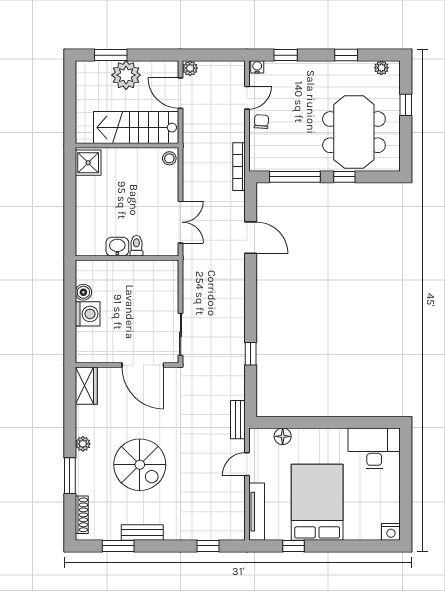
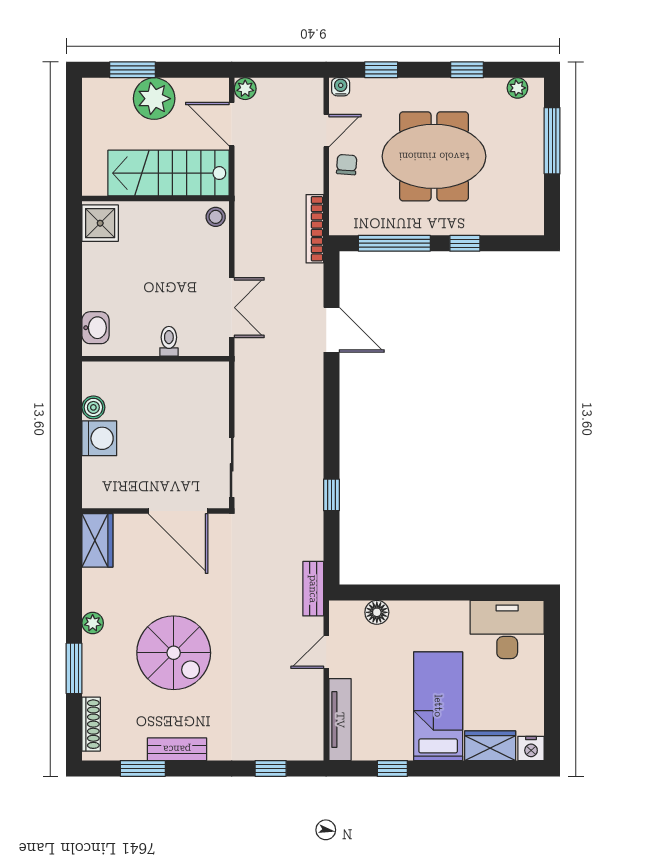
window: (406, 105) -> (552, 141), width x2.17
meeting table: (354, 132) -> (434, 156), moved, turned 90
washbasin: (117, 247) -> (96, 328), moved, turned 90
bed: (317, 502) -> (438, 706), width x0.67
wardrobe: (362, 530) -> (490, 746), added

